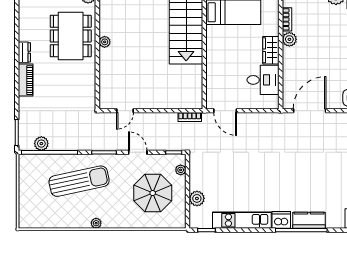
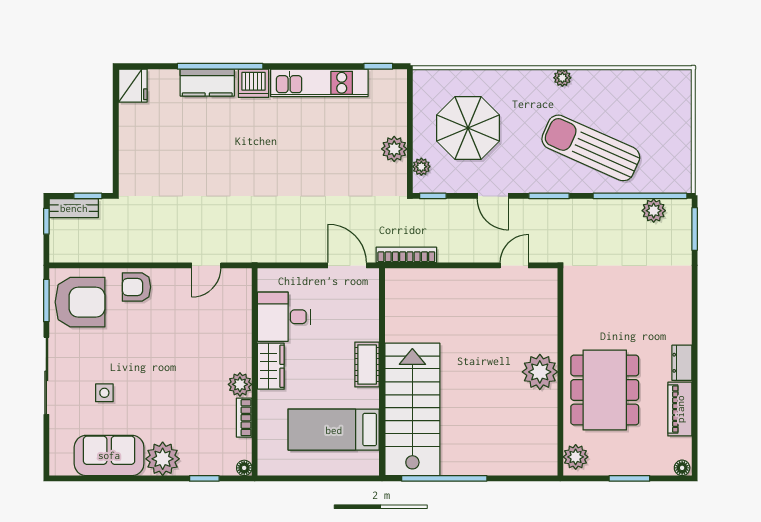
plant: (105, 42) -> (540, 372), width x1.88, depth x1.88
cot: (213, 51) -> (367, 365), added
piano: (26, 80) -> (680, 409), moved
door: (310, 111) -> (206, 265), width x0.53
bookcase: (190, 117) -> (406, 255), width x1.56
sun lounger: (79, 181) -> (591, 148), turned 36
plant: (197, 198) -> (394, 149), moved

